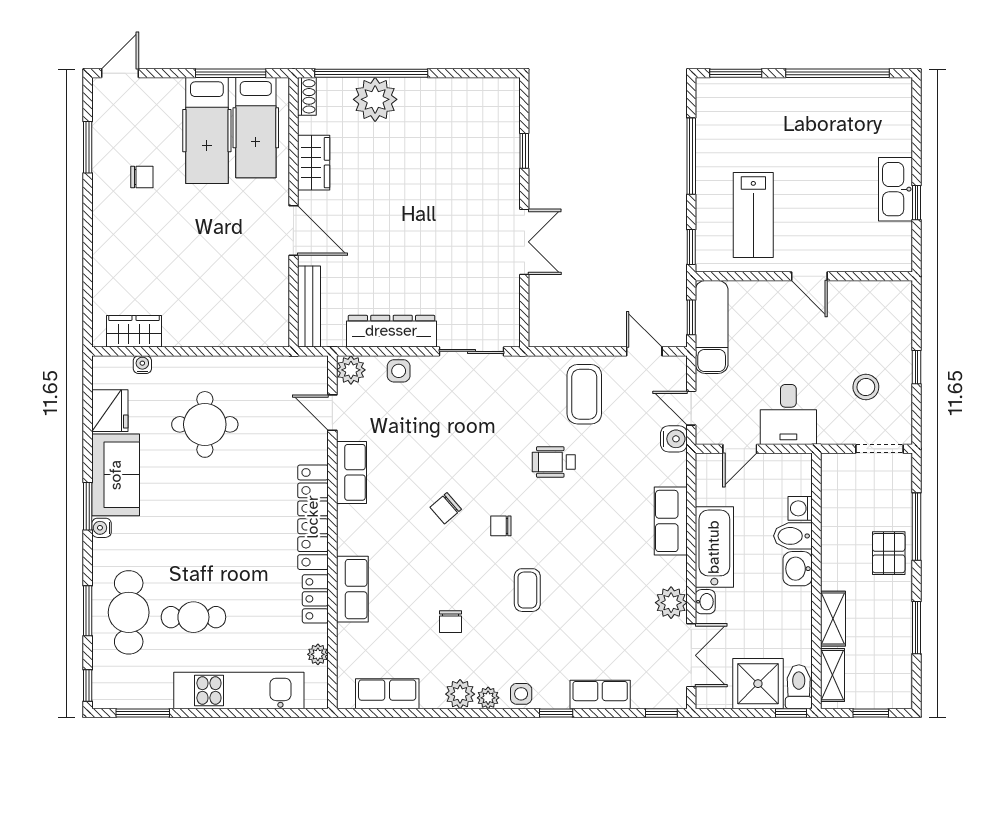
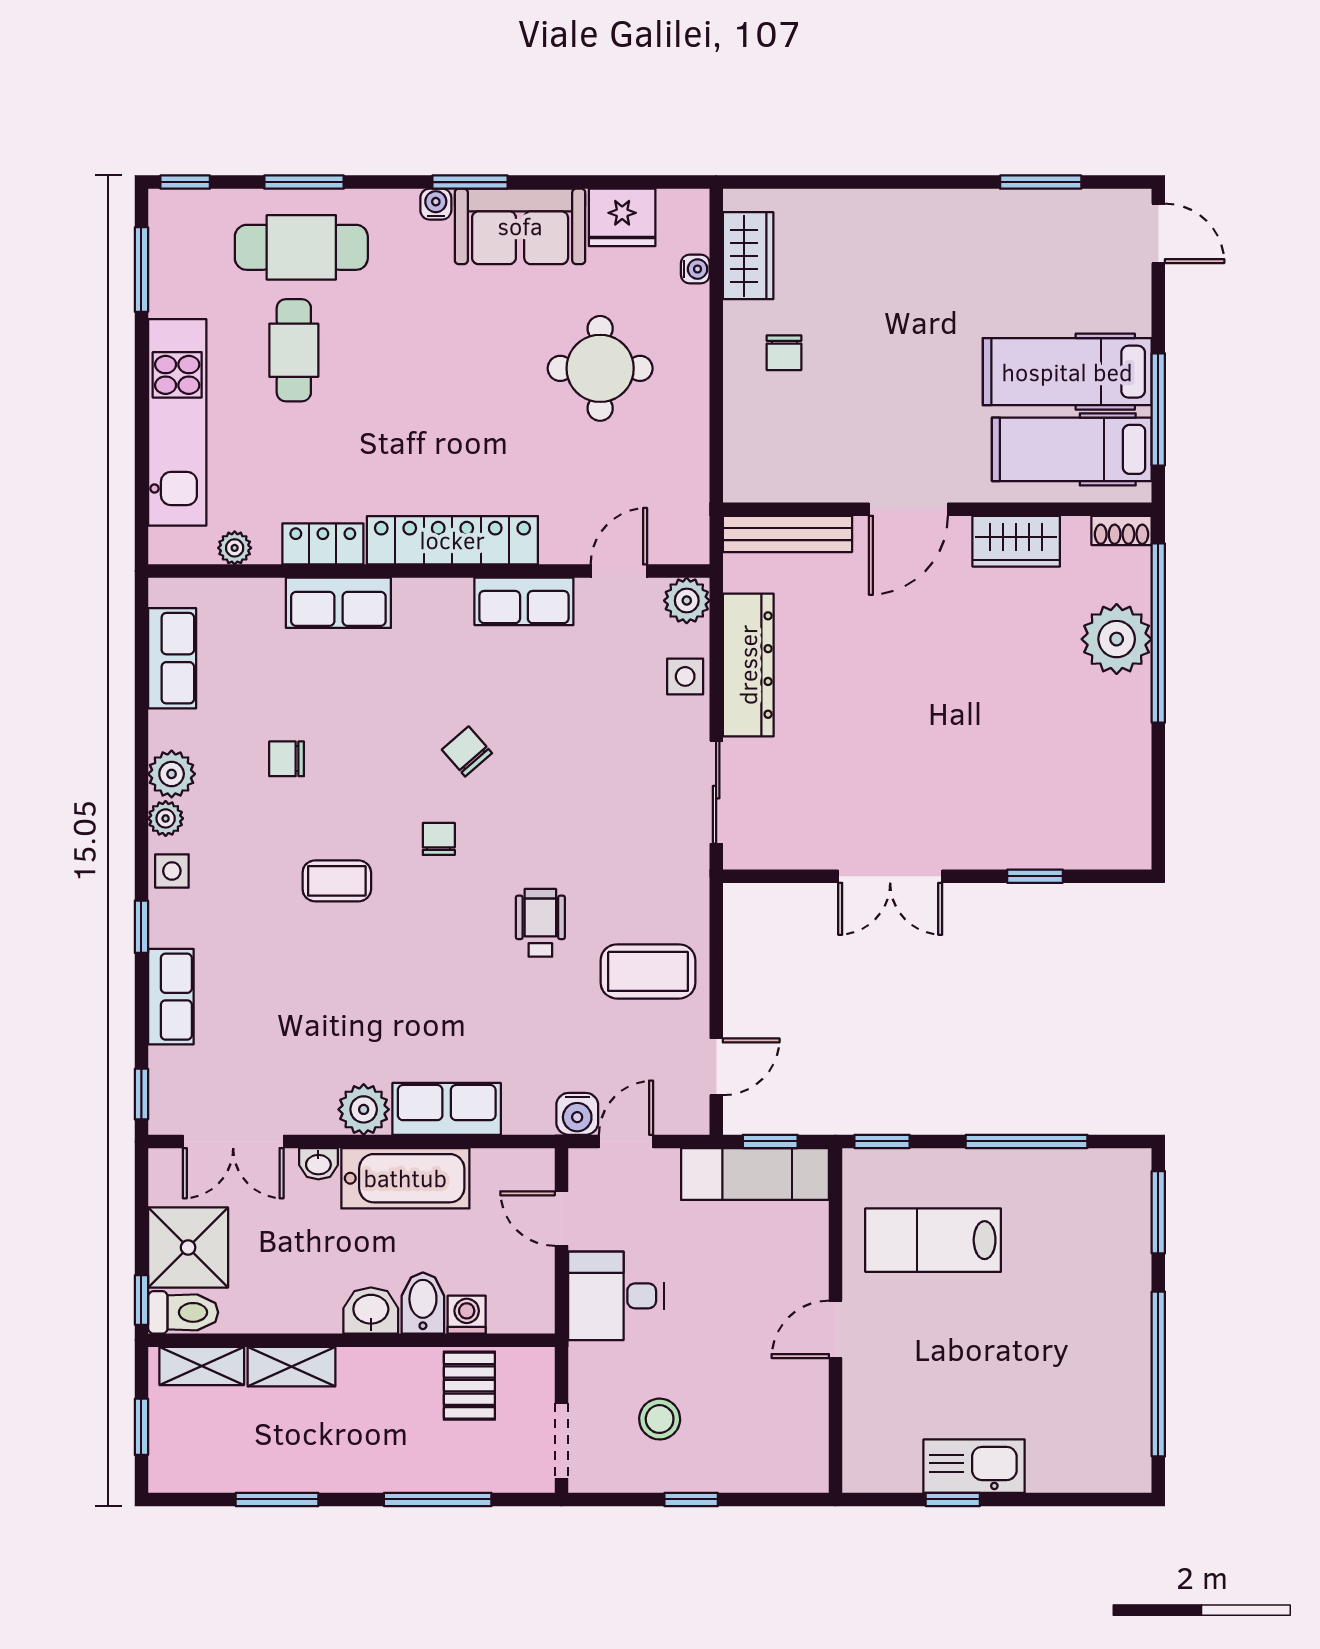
chair: (142, 177) -> (784, 353), moved
pallet: (889, 553) -> (469, 1386), moved, turned 90
plant: (671, 603) -> (364, 1109), moved

